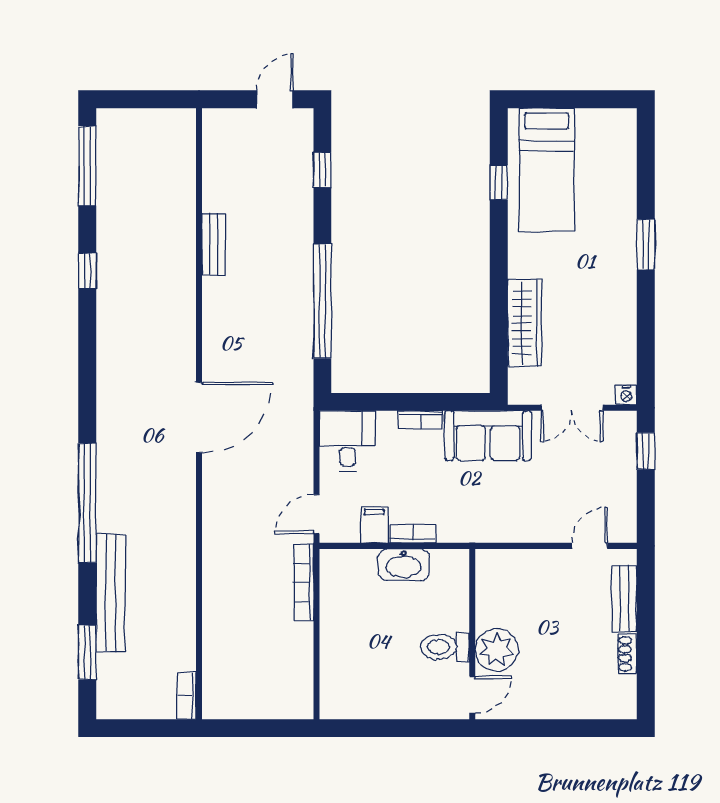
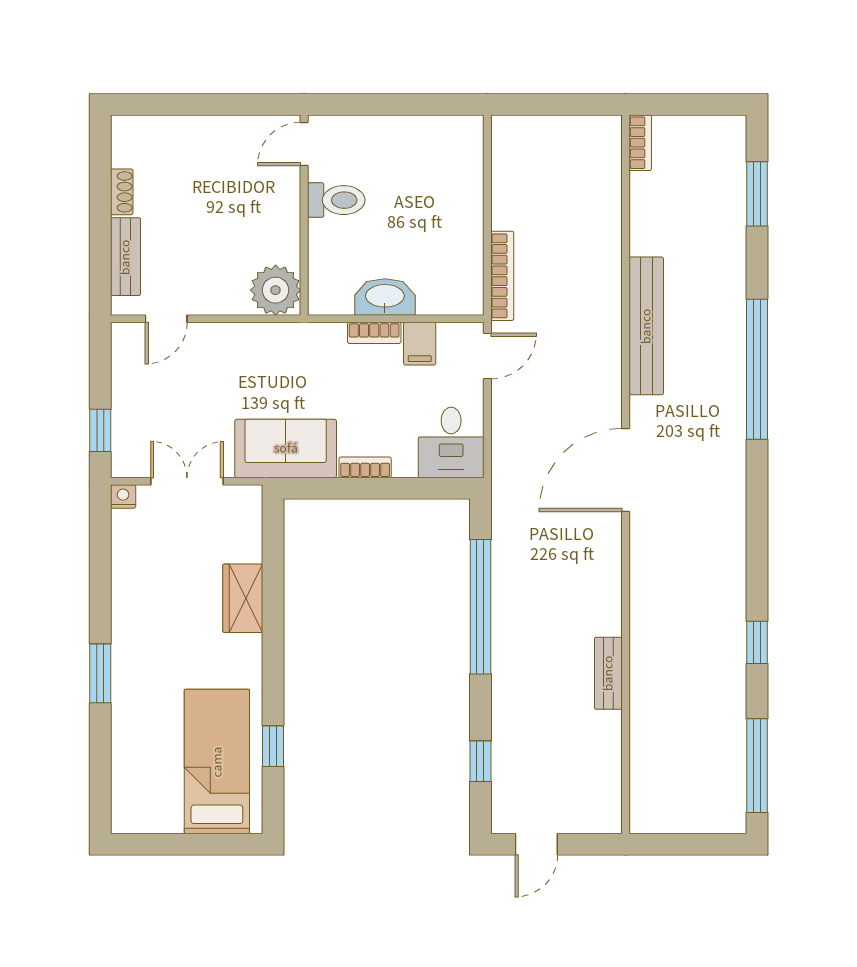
wardrobe: (525, 323) -> (243, 598), width x0.67
bench: (111, 593) -> (646, 326), moved
plant: (497, 650) -> (276, 290), moved

